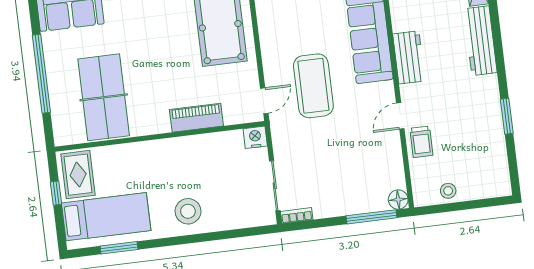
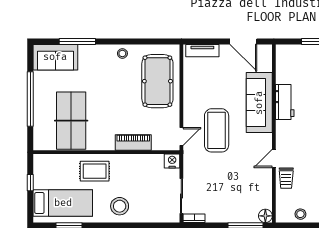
workbench: (409, 57) -> (285, 102), moved
rug: (78, 175) -> (95, 171), moved, turned 90

